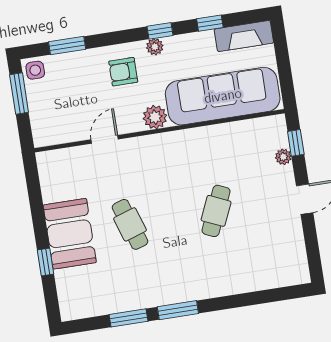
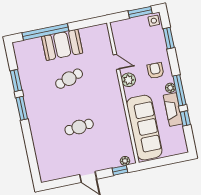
window: (160, 31) -> (179, 90), width x2.17
fireplace: (244, 36) -> (173, 109), moved
plant: (155, 117) -> (128, 80), moved
plant: (283, 157) -> (125, 161), moved
cafe table: (216, 211) -> (79, 127), turned -30
window: (45, 262) -> (45, 32), width x3.17

